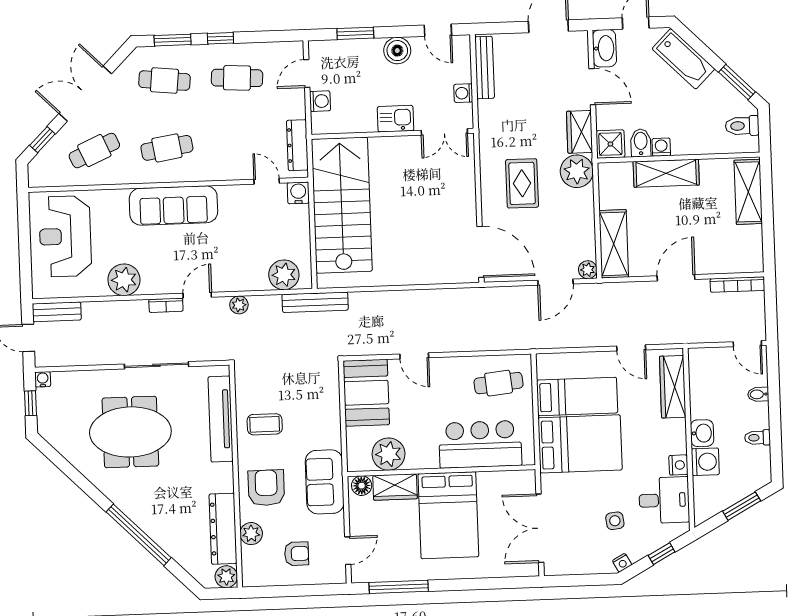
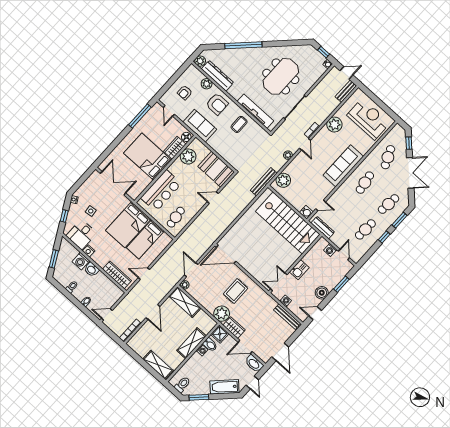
rug: (522, 183) -> (236, 291), turned 90

